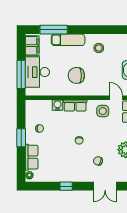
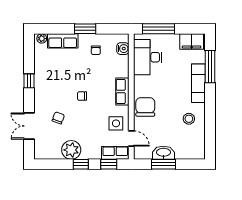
desk: (37, 72) -> (148, 57), moved, turned -90
chair: (76, 75) -> (145, 107), moved
door: (116, 98) -> (131, 139), hinge flipped
water cooler: (57, 105) -> (123, 49), moved

